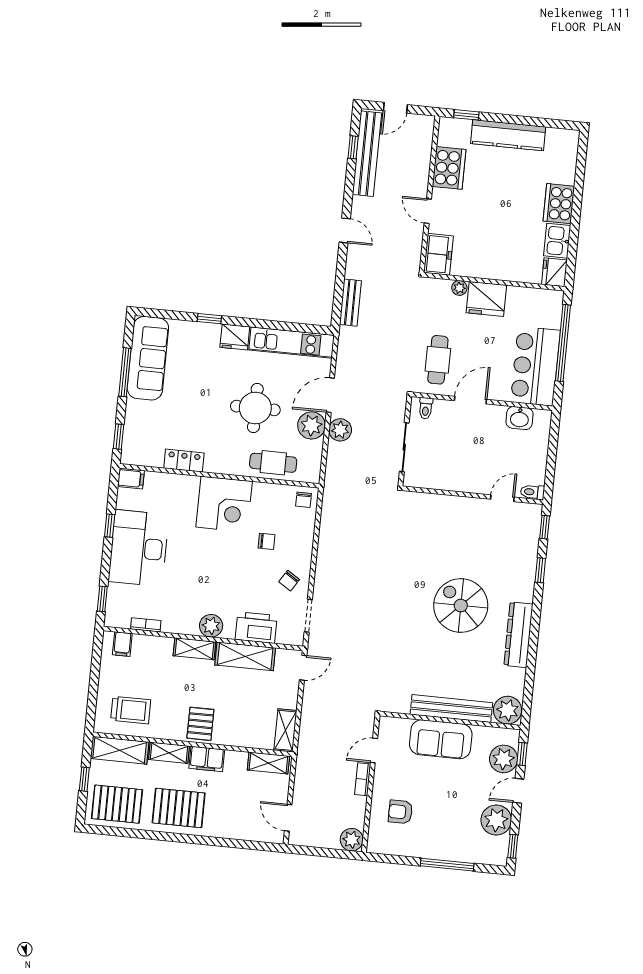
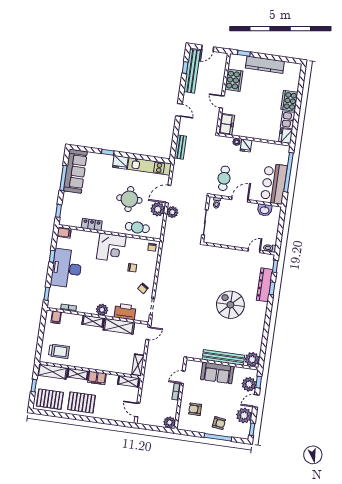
fridge: (486, 299) -> (246, 145), width x0.53, depth x0.75
dresser: (518, 635) -> (265, 285), moved
pallet: (200, 724) -> (94, 360), removed
armchair: (448, 837) -> (219, 423), added

